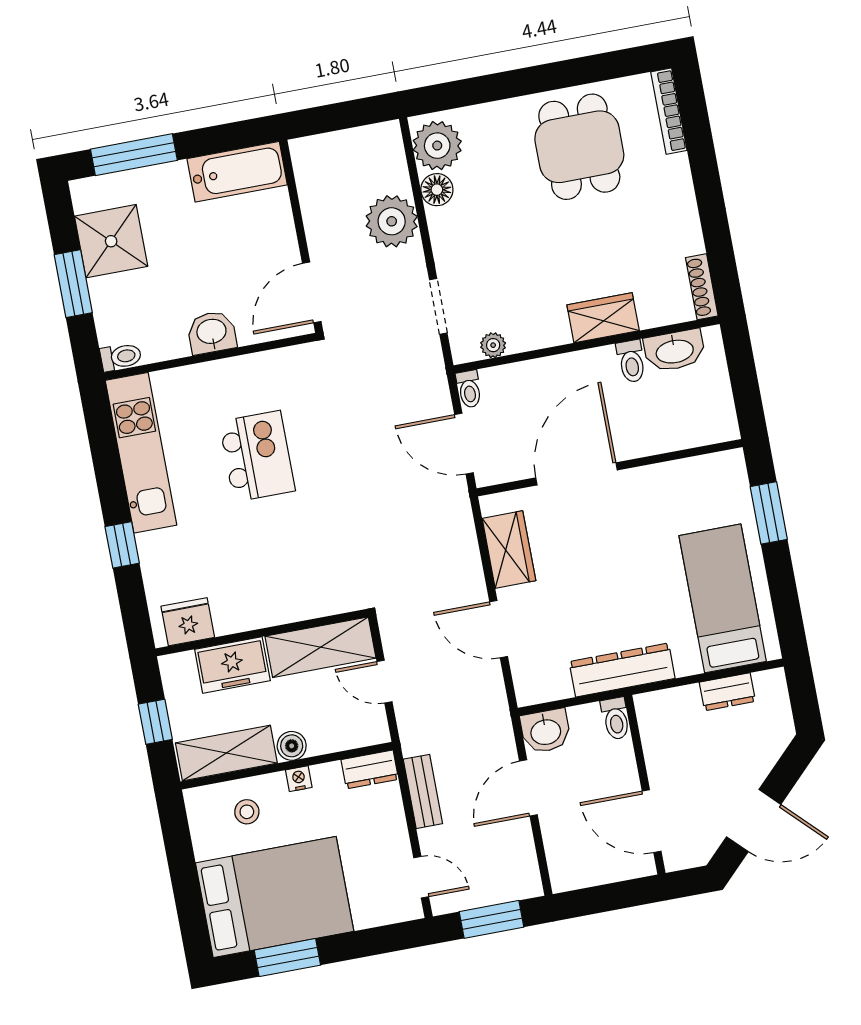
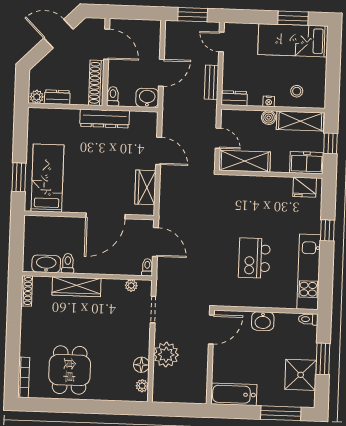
plant: (437, 146) -> (142, 386), width x0.53, depth x0.53
wardrobe: (603, 318) -> (76, 287), width x1.50
bed: (723, 598) -> (47, 178), moved, turned 180
freezer: (232, 665) -> (307, 163), moved
plant: (769, 683) -> (37, 97), added
shoe rack: (655, 738) -> (96, 83), added
bed: (275, 897) -> (293, 40), width x0.67

